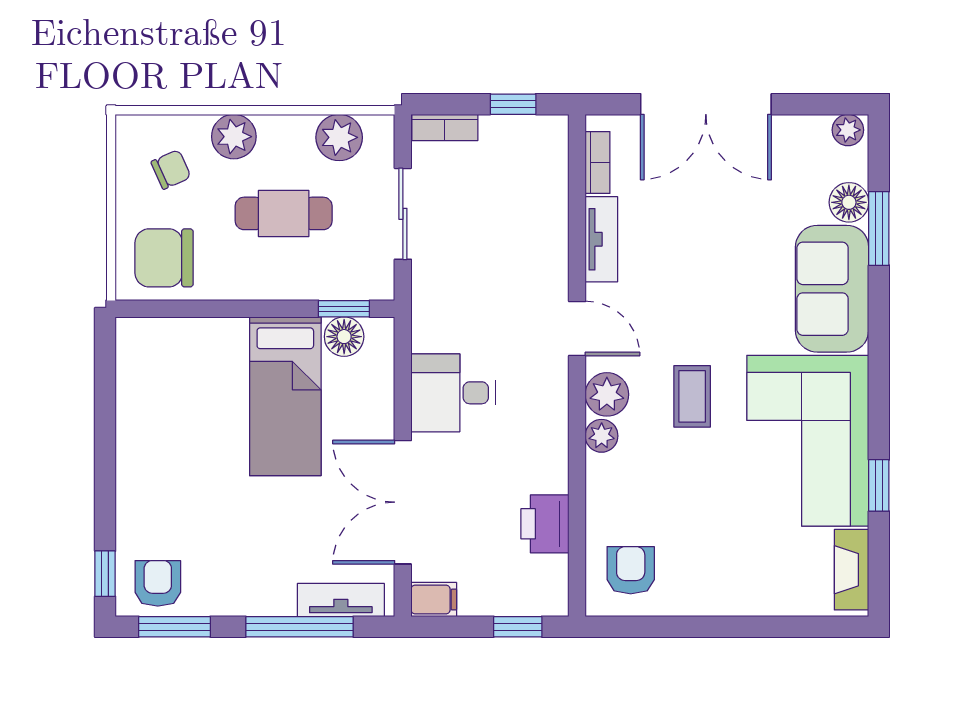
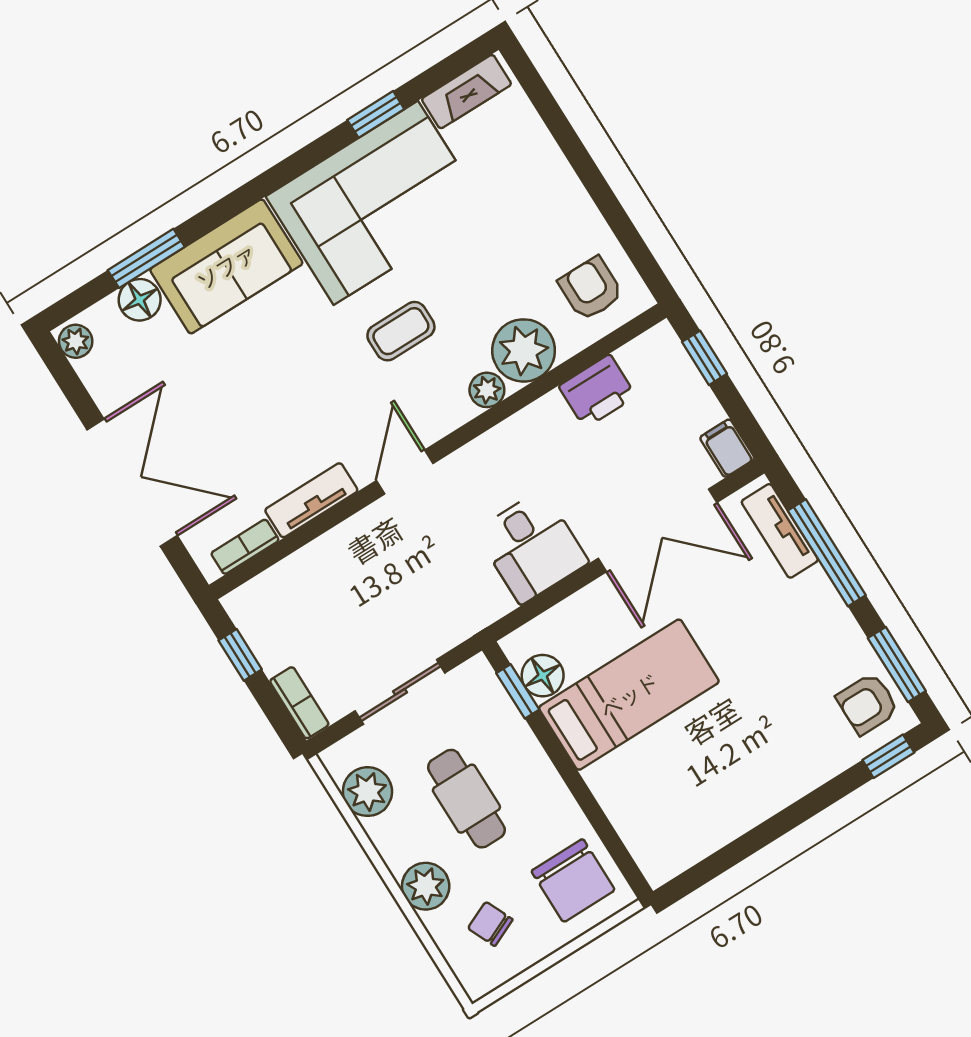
plant: (607, 394) -> (524, 350), moved, width x1.36, depth x1.36
armchair: (631, 570) -> (591, 289), turned 90

